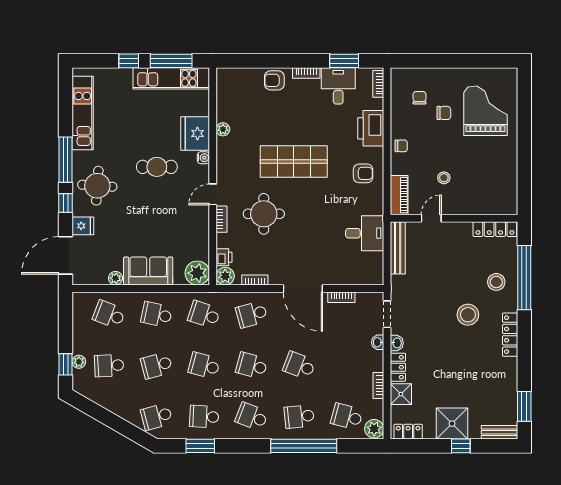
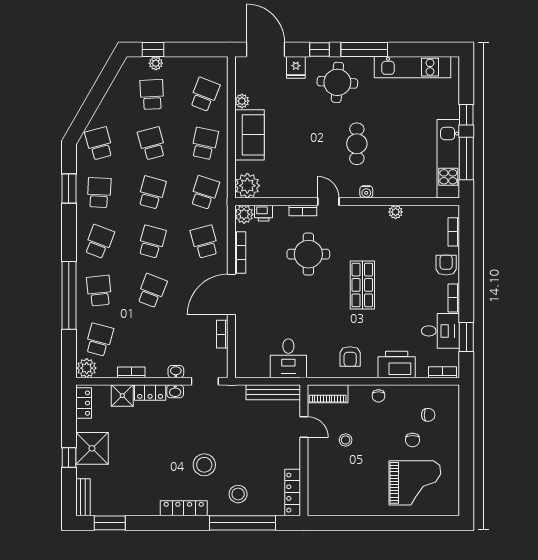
bookcase: (242, 73) -> (454, 232), added
fridge: (195, 133) -> (391, 183), removed
shop shelf: (294, 162) -> (362, 285), width x0.70, depth x0.74
bookcase: (255, 280) -> (240, 253), width x1.56

